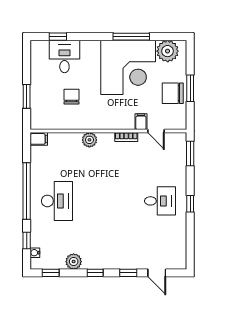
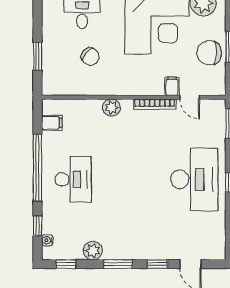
chair: (71, 97) -> (90, 57), turned 130
bookcase: (126, 137) -> (155, 104), width x1.56
filing cabinet: (39, 139) -> (52, 123), moved
desk: (160, 201) -> (194, 179), width x1.87, depth x1.30
window: (95, 273) -> (118, 264), width x1.50

